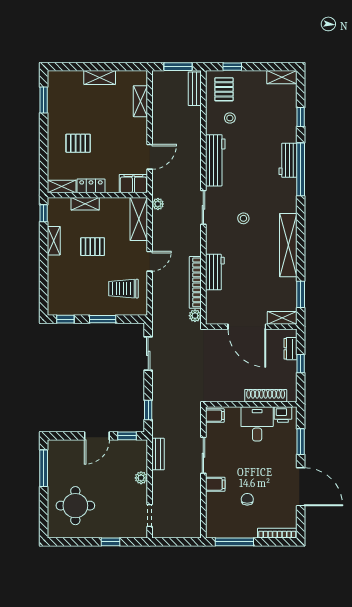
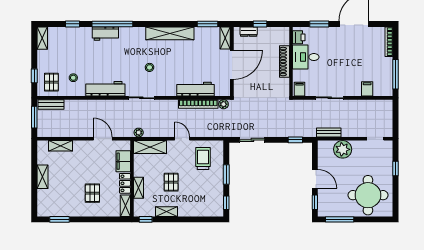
pallet: (224, 89) -> (51, 82), turned 90
filing cabinet: (133, 184) -> (123, 161), moved
workbench: (215, 272) -> (195, 89), width x1.38
trolley: (124, 289) -> (203, 159), turned 180
shoe rack: (266, 396) -> (284, 62), moved
window: (127, 436) -> (315, 202), moved
plant: (141, 478) -> (343, 149), width x1.87, depth x1.87
filing cabinet: (215, 484) -> (367, 89), moved
chair: (247, 499) -> (363, 64), removed
round table: (75, 506) -> (368, 195), width x1.36, depth x1.36

